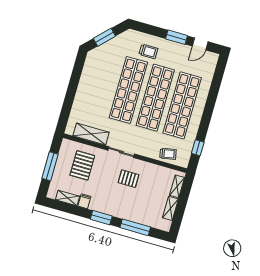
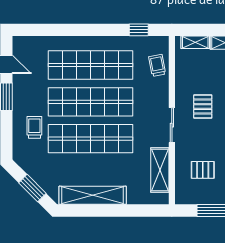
shelving: (87, 80) -> (93, 195), added
pallet: (82, 165) -> (203, 170), width x0.67, depth x0.71

